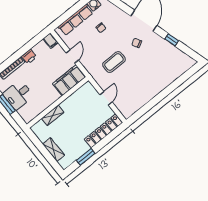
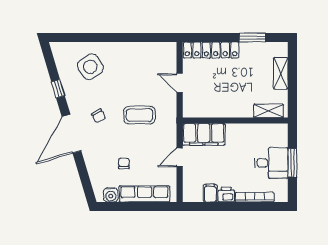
filing cabinet: (51, 41) -> (210, 193), moved
side table: (164, 67) -> (90, 67), added
door: (106, 98) -> (180, 83), hinge flipped
shelving: (53, 115) -> (268, 111), moved

